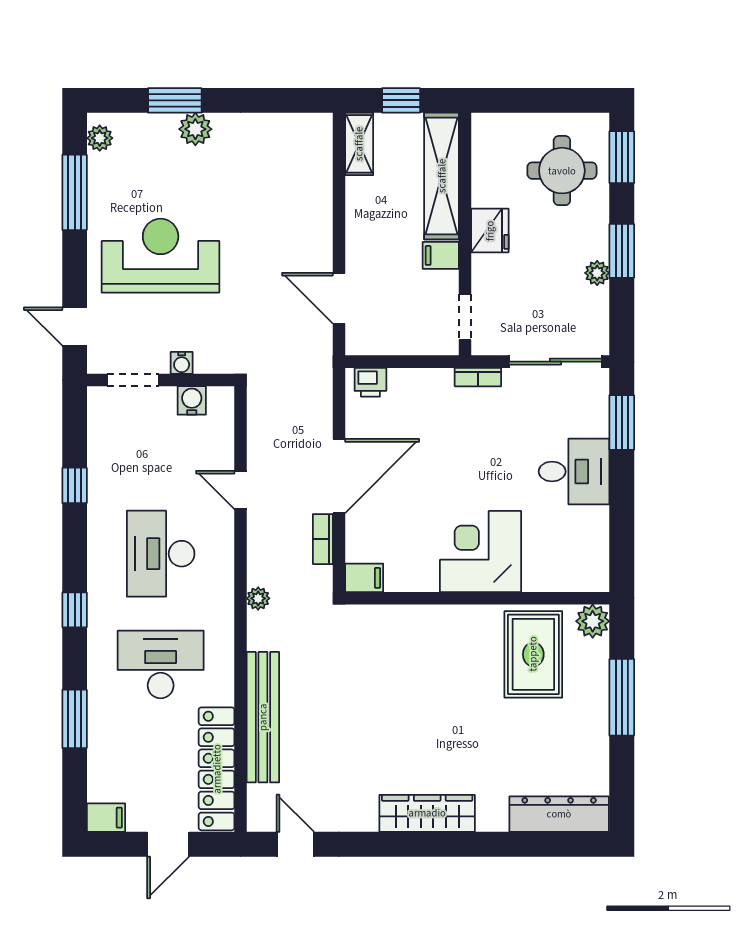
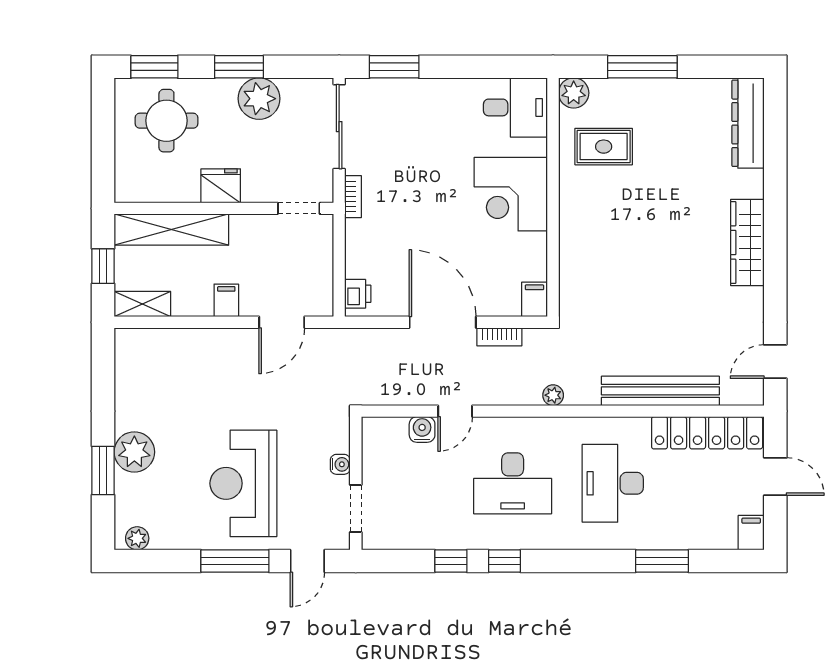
plant: (195, 129) -> (134, 452), width x1.36, depth x1.36
window: (75, 192) -> (235, 561), moved
filing cabinet: (441, 255) -> (226, 300), moved, turned 180
plant: (597, 273) -> (259, 99), width x1.87, depth x1.87
water cooler: (192, 400) -> (422, 429), moved, turned 90
desk: (574, 472) -> (515, 107), moved, turned 90
window: (75, 610) -> (504, 561), moved
rug: (533, 654) -> (604, 147), width x0.73, depth x0.70

